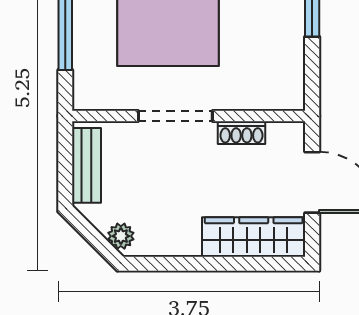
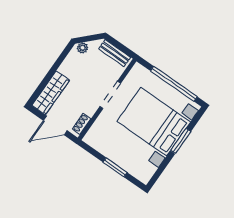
shoe rack: (241, 133) -> (82, 124), moved

